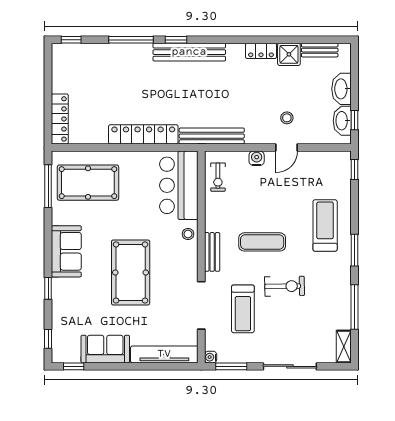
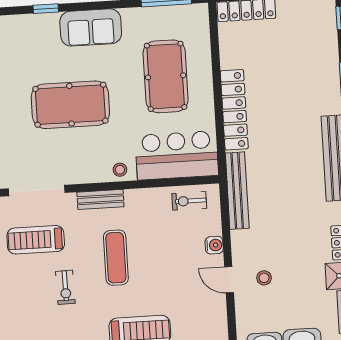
pool table: (88, 183) -> (166, 76), moved
exercise bike: (285, 286) -> (65, 287), width x0.73, depth x0.72

